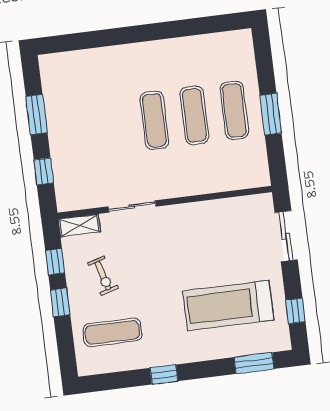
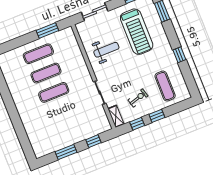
window: (271, 114) -> (47, 30), moved
weight bench: (209, 240) -> (106, 50), added

